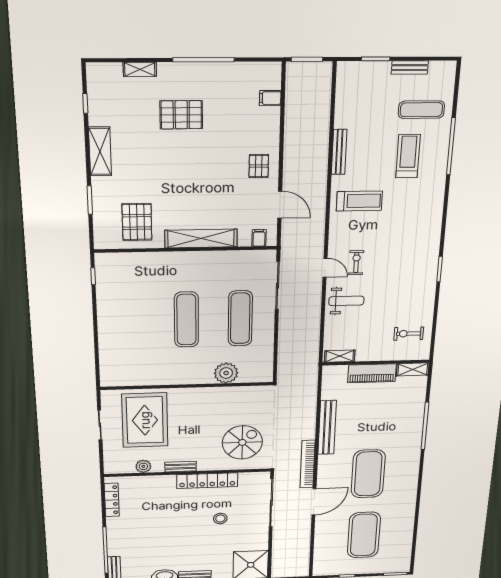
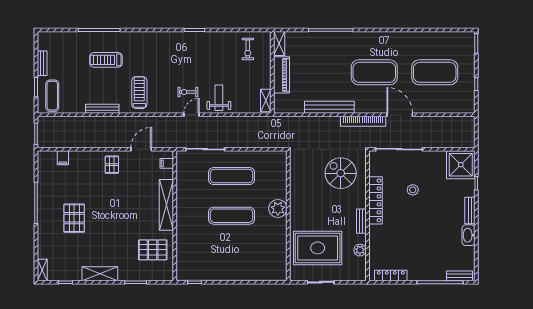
shelving: (140, 69) -> (42, 270), moved
exercise mat: (421, 110) -> (52, 96), moved
pallet: (259, 166) -> (112, 165), turned 90
plant: (226, 373) -> (278, 209), moved

